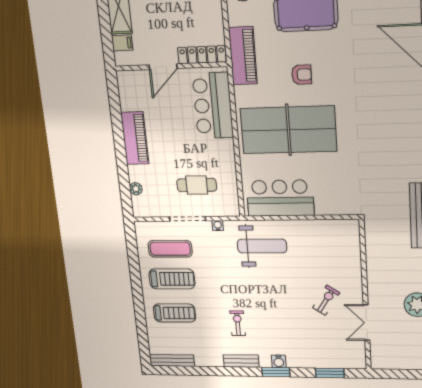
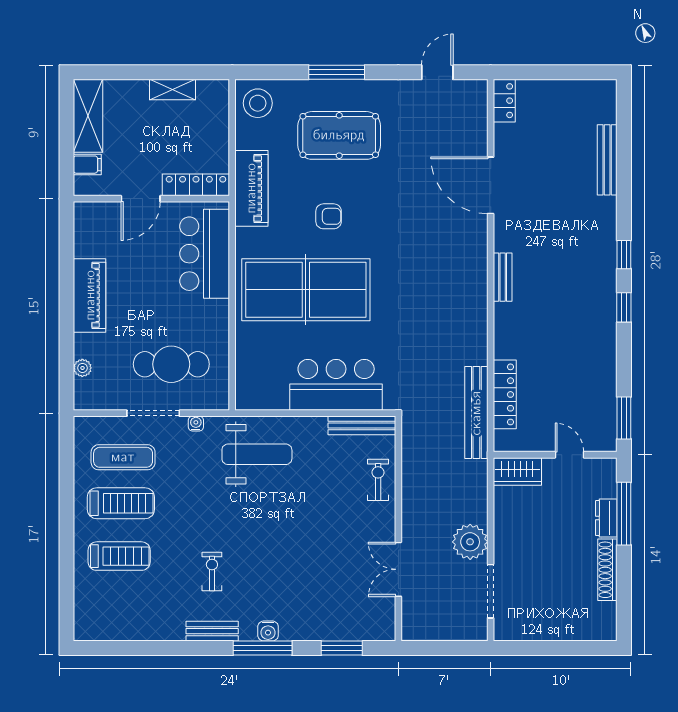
cafe table: (197, 185) -> (171, 364), width x1.37, depth x1.35
bar counter: (280, 198) -> (336, 385), moved
exercise bike: (326, 300) -> (378, 480), moved, turned -33
bench: (172, 360) -> (362, 425), moved
window: (276, 372) -> (263, 648), width x1.44

